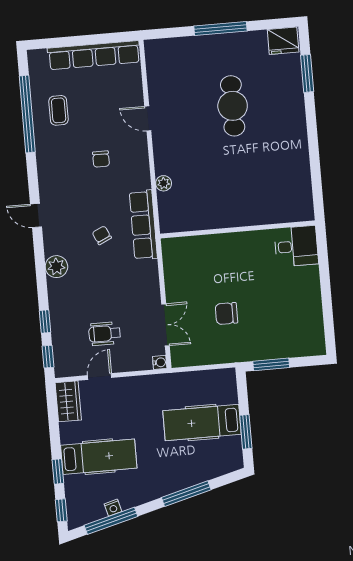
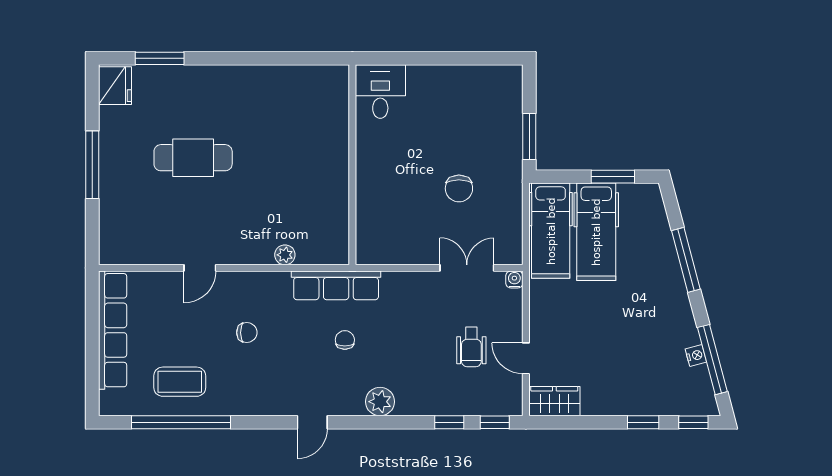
coffee table: (59, 110) -> (180, 382), width x1.36, depth x1.30
chair: (102, 235) -> (345, 340), turned 115
hospital bed: (99, 457) -> (551, 231), moved, turned 180

